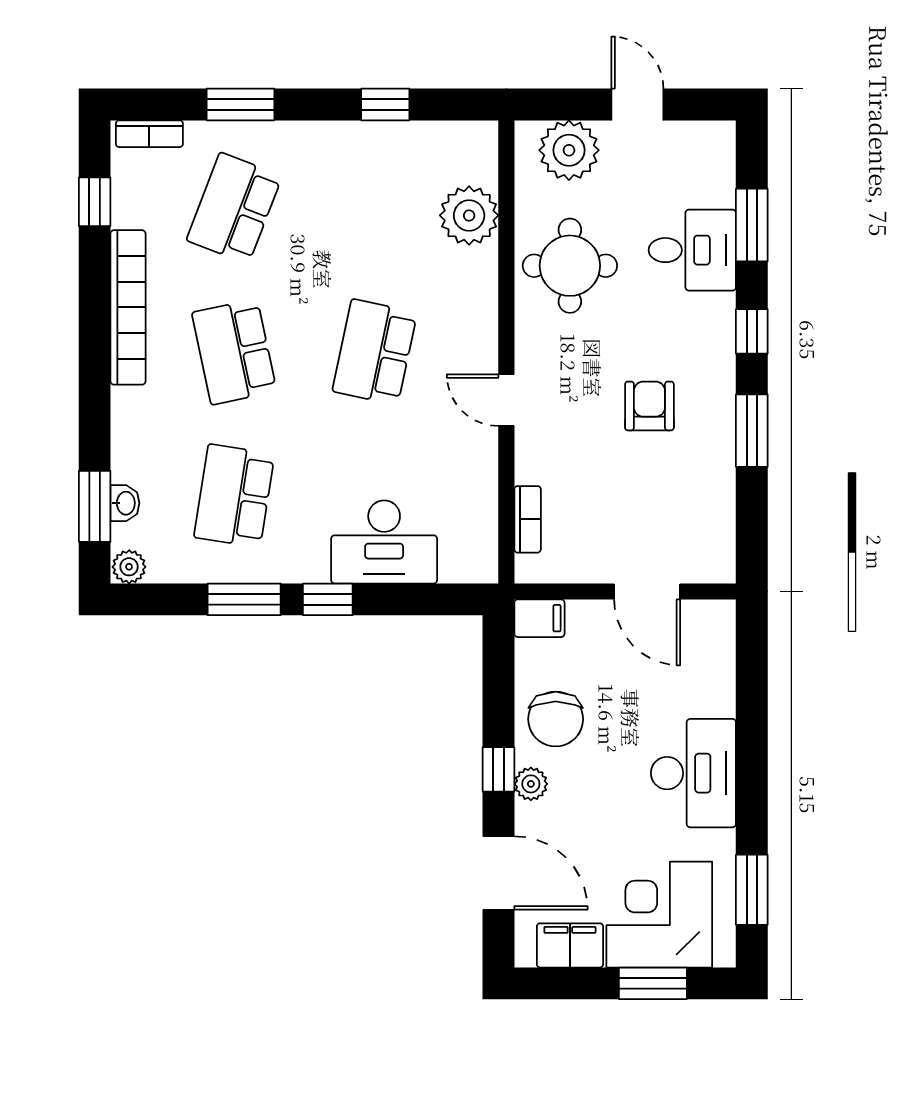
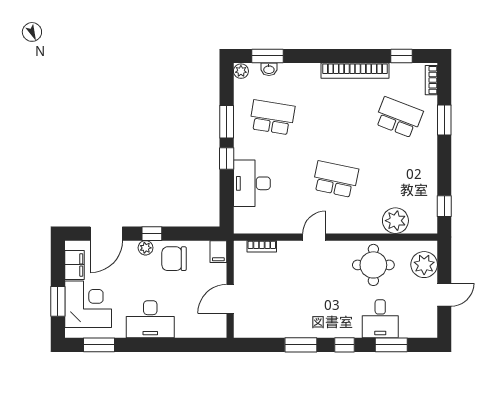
window: (385, 104) -> (444, 206), moved
school desk: (234, 352) -> (335, 117), removed
armchair: (649, 406) -> (312, 300), removed

